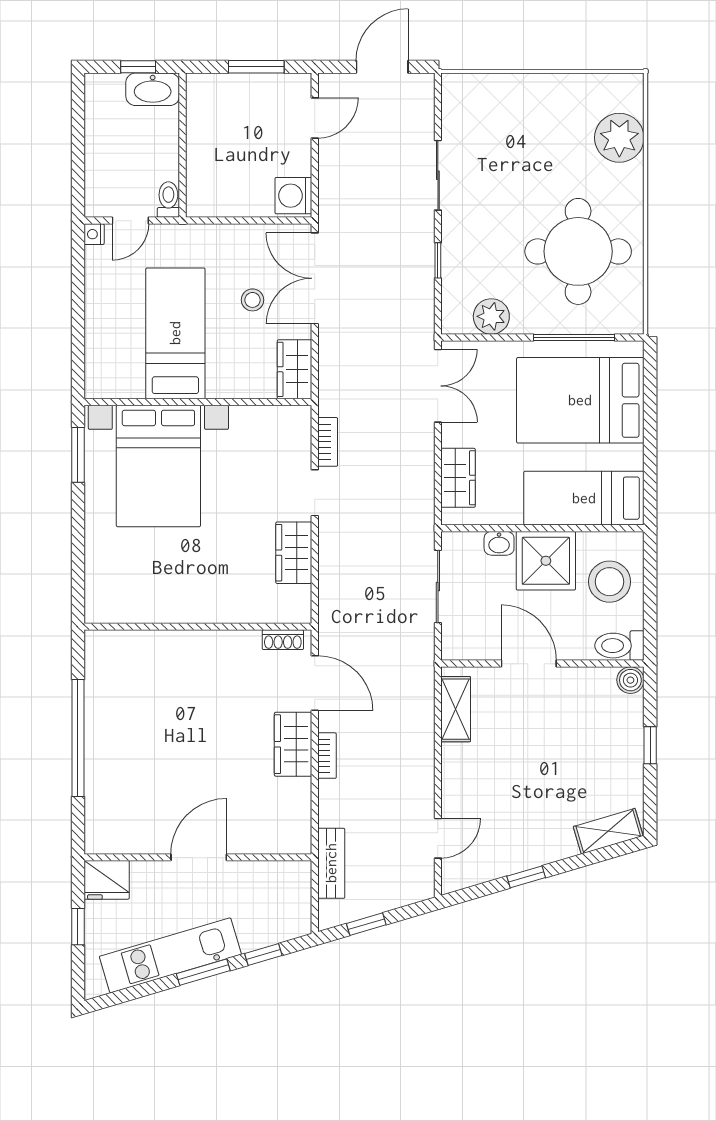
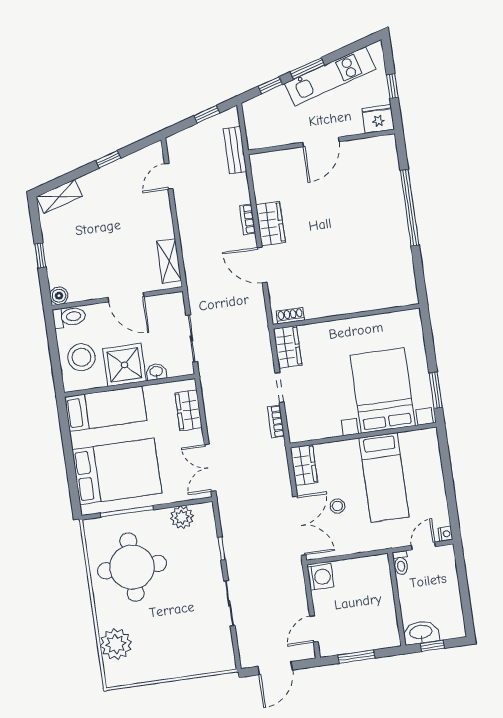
wall: (198, 627) -> (346, 316), moved
shoe rack: (283, 640) -> (290, 316), moved

